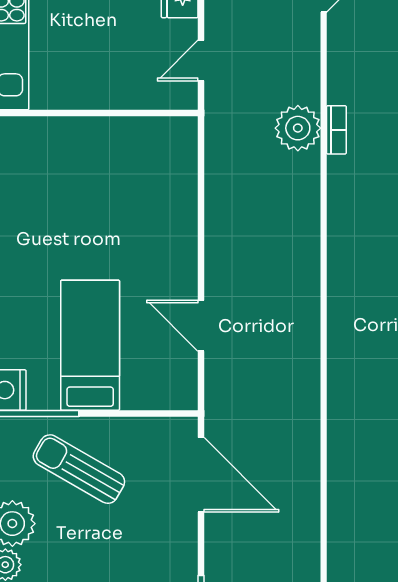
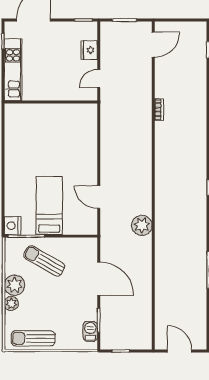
plant: (298, 128) -> (142, 225), moved
door: (201, 475) -> (99, 279), moved

